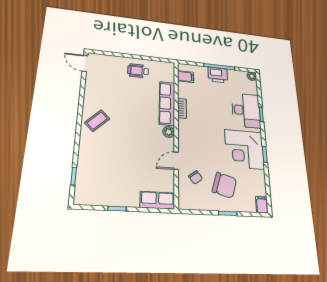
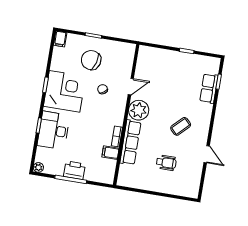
door: (85, 63) -> (207, 154), moved
wheelchair: (138, 71) -> (166, 163), moved
filing cabinet: (186, 77) -> (110, 153), moved
coffee table: (97, 121) -> (181, 126), moved
plant: (169, 132) -> (139, 110), width x1.87, depth x1.87
chair: (196, 177) -> (103, 89), moved
row of seats: (157, 200) -> (209, 88), moved, turned 90

